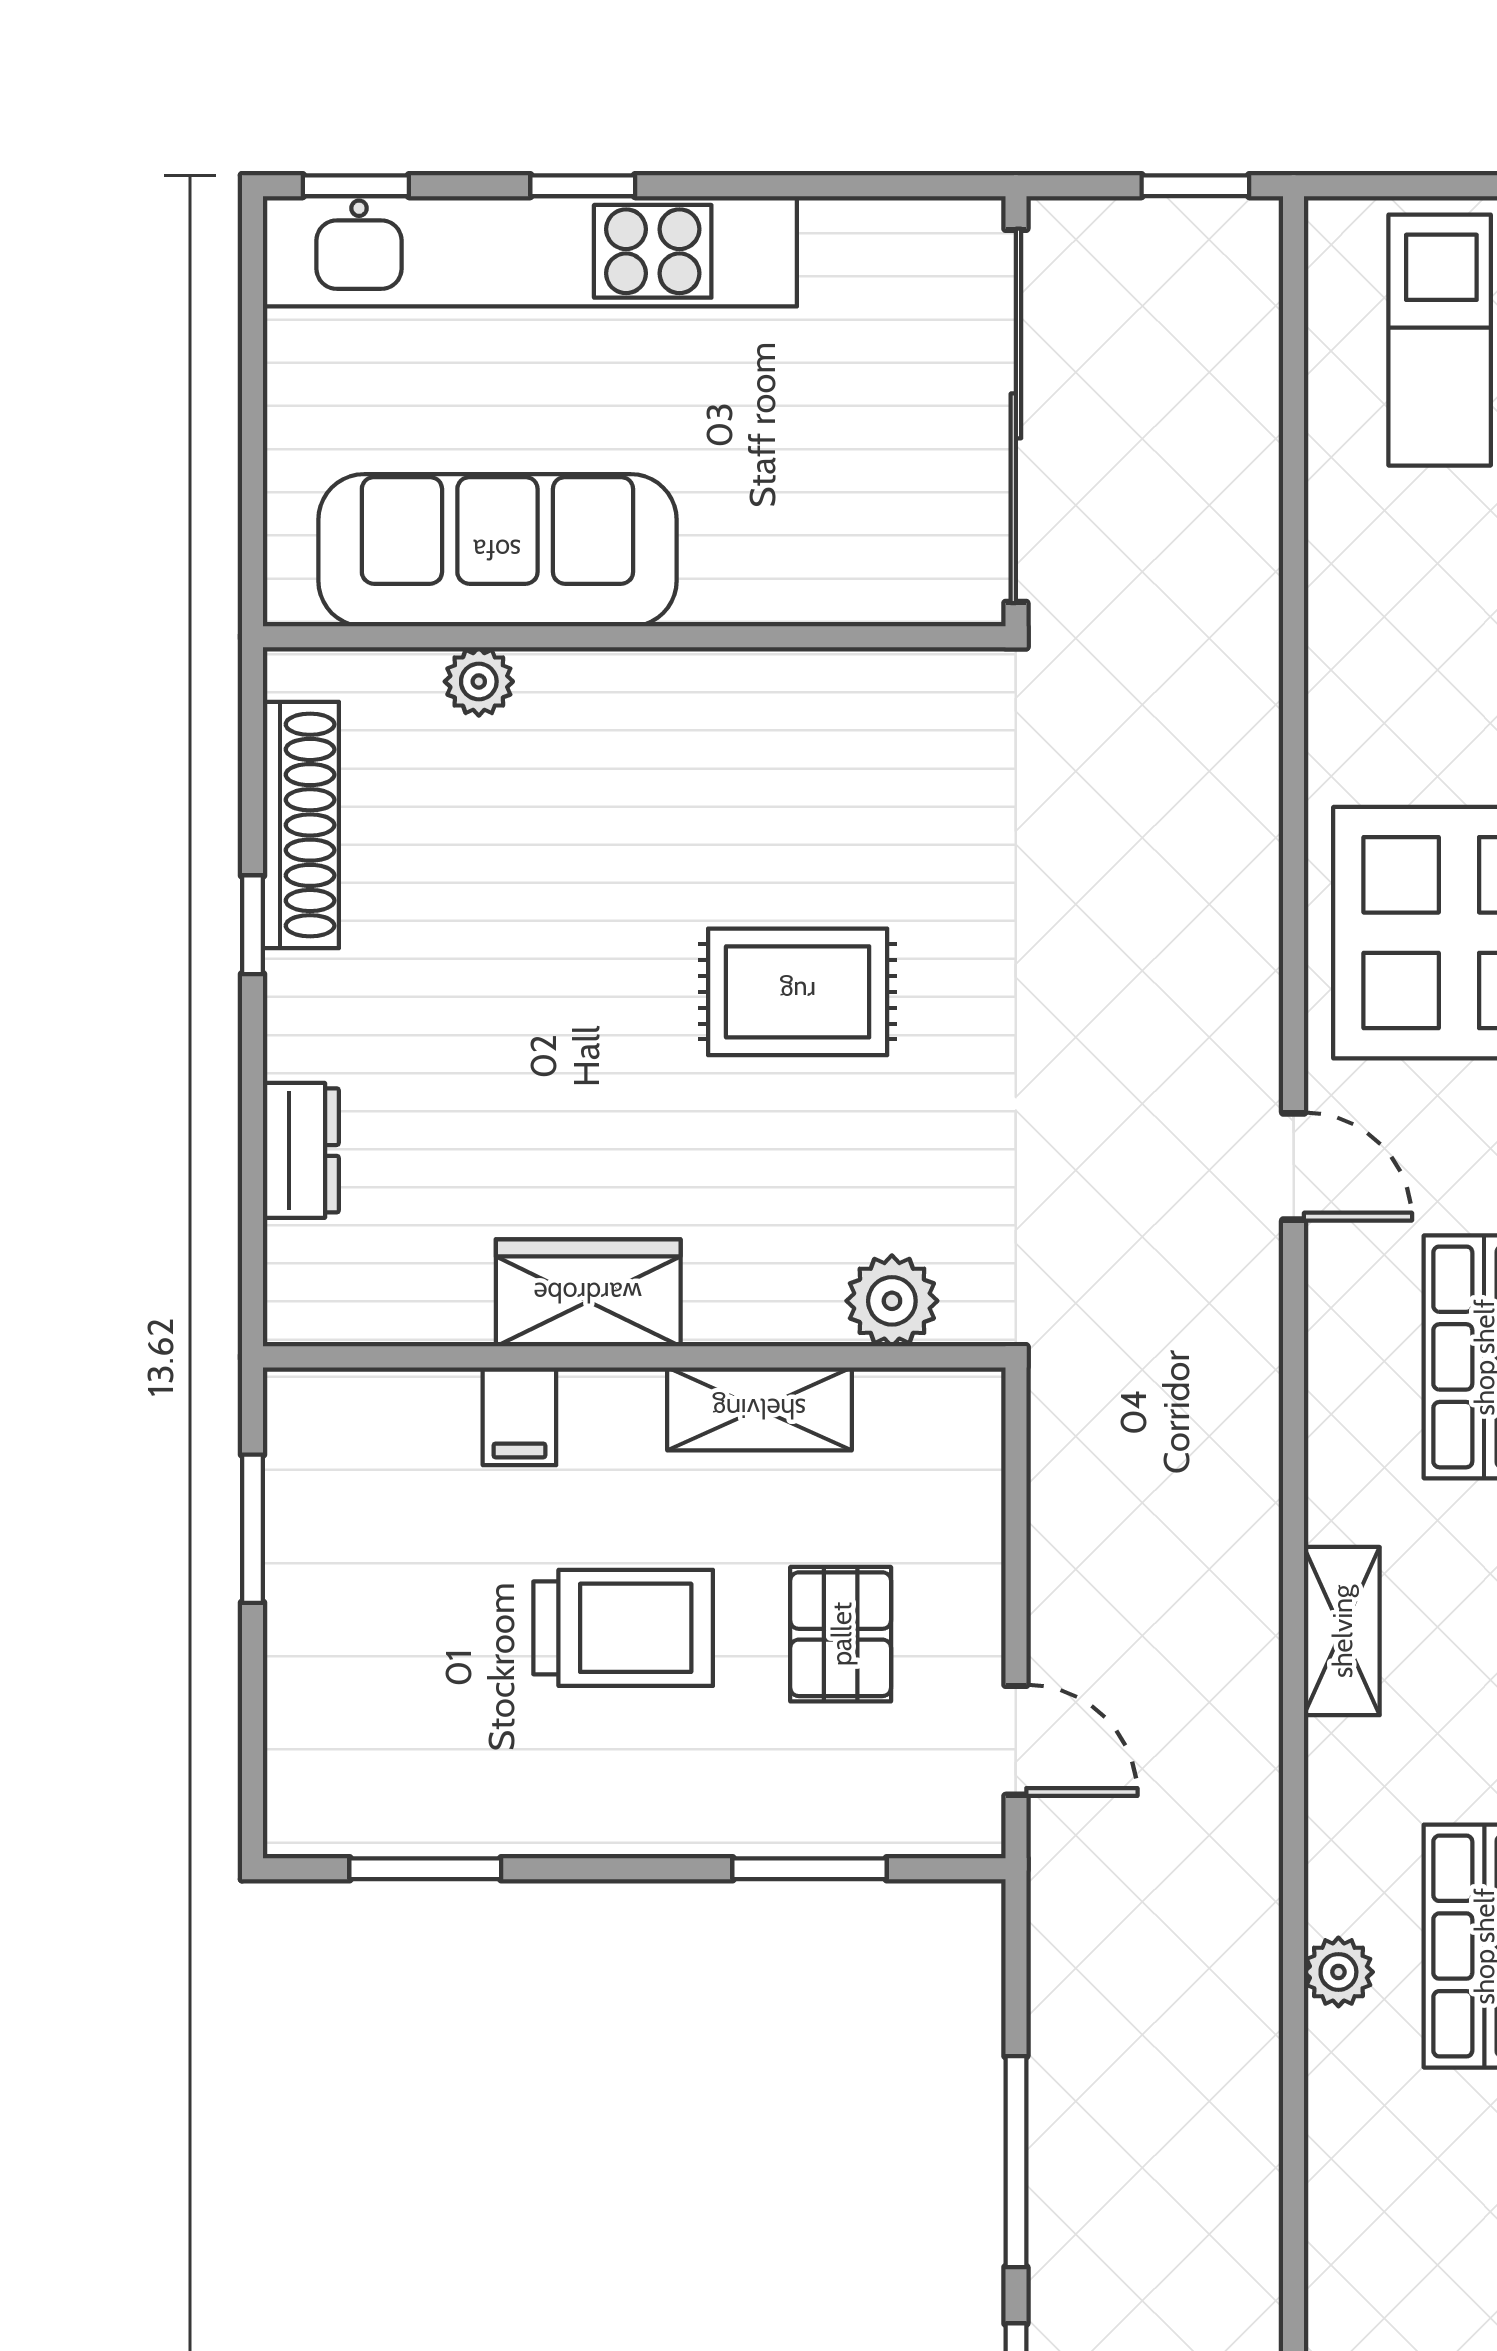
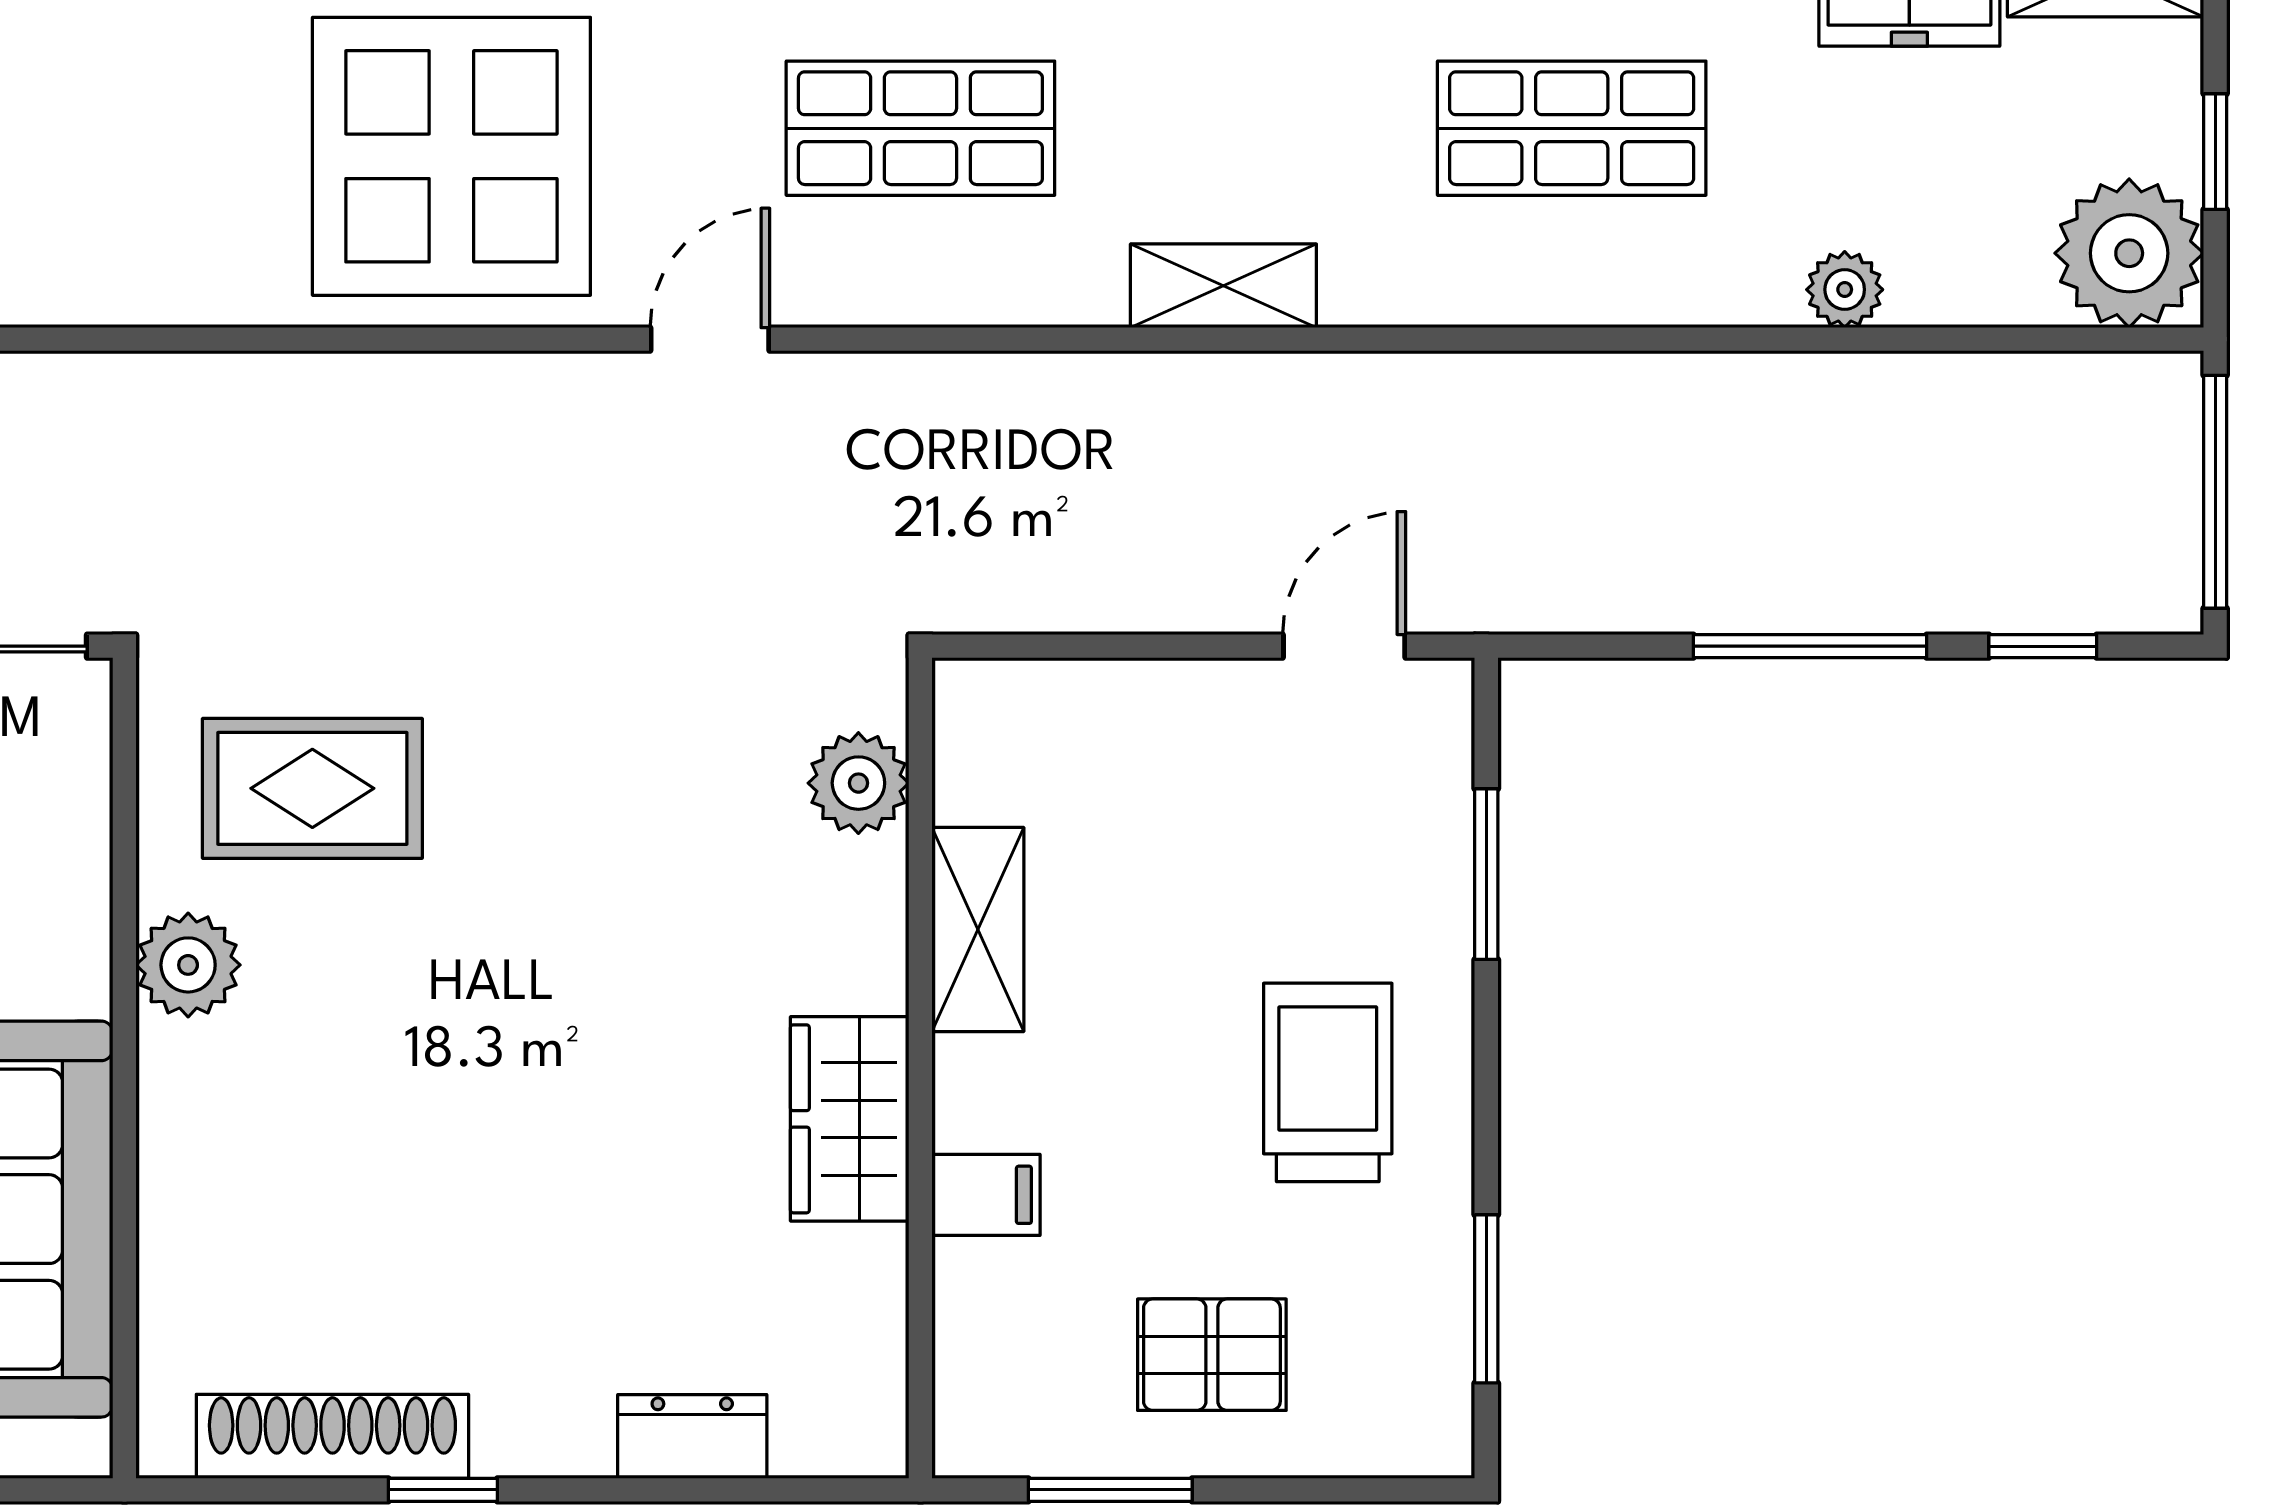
plant: (479, 681) -> (188, 965), moved, width x1.38, depth x1.38
rug: (798, 992) -> (312, 788), moved, turned 90
trolley: (623, 1628) -> (1328, 1082), moved
pallet: (841, 1634) -> (1212, 1355), moved
plant: (1338, 1972) -> (1845, 290), moved

